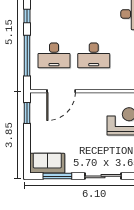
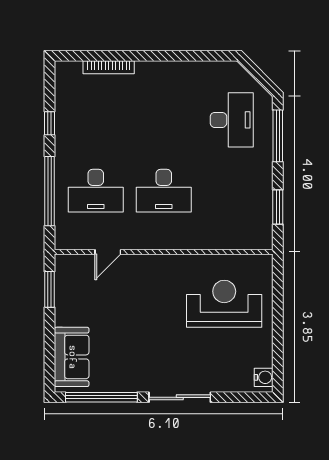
door: (61, 91) -> (108, 252), width x0.53
sofa: (47, 163) -> (72, 357), moved, turned 90
window: (57, 176) -> (101, 397), width x1.46

